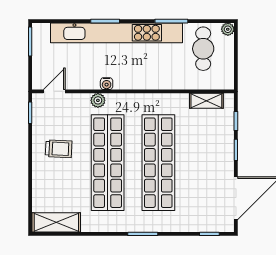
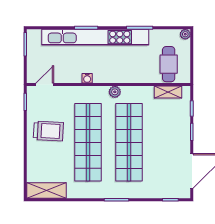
cafe table: (203, 49) -> (169, 64), moved
plant: (98, 100) -> (115, 92), moved
trolley: (59, 149) -> (48, 131), width x1.36, depth x1.39

